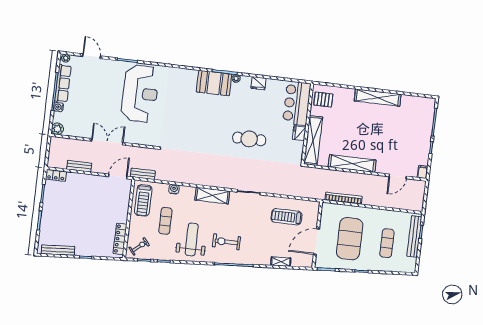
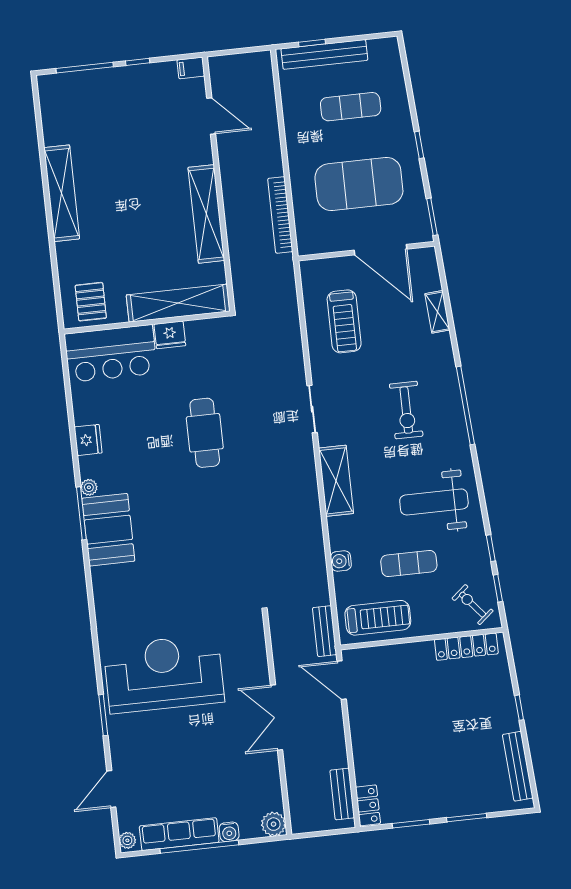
bench: (79, 166) -> (342, 794), moved
exercise bike: (226, 242) -> (406, 410), moved

